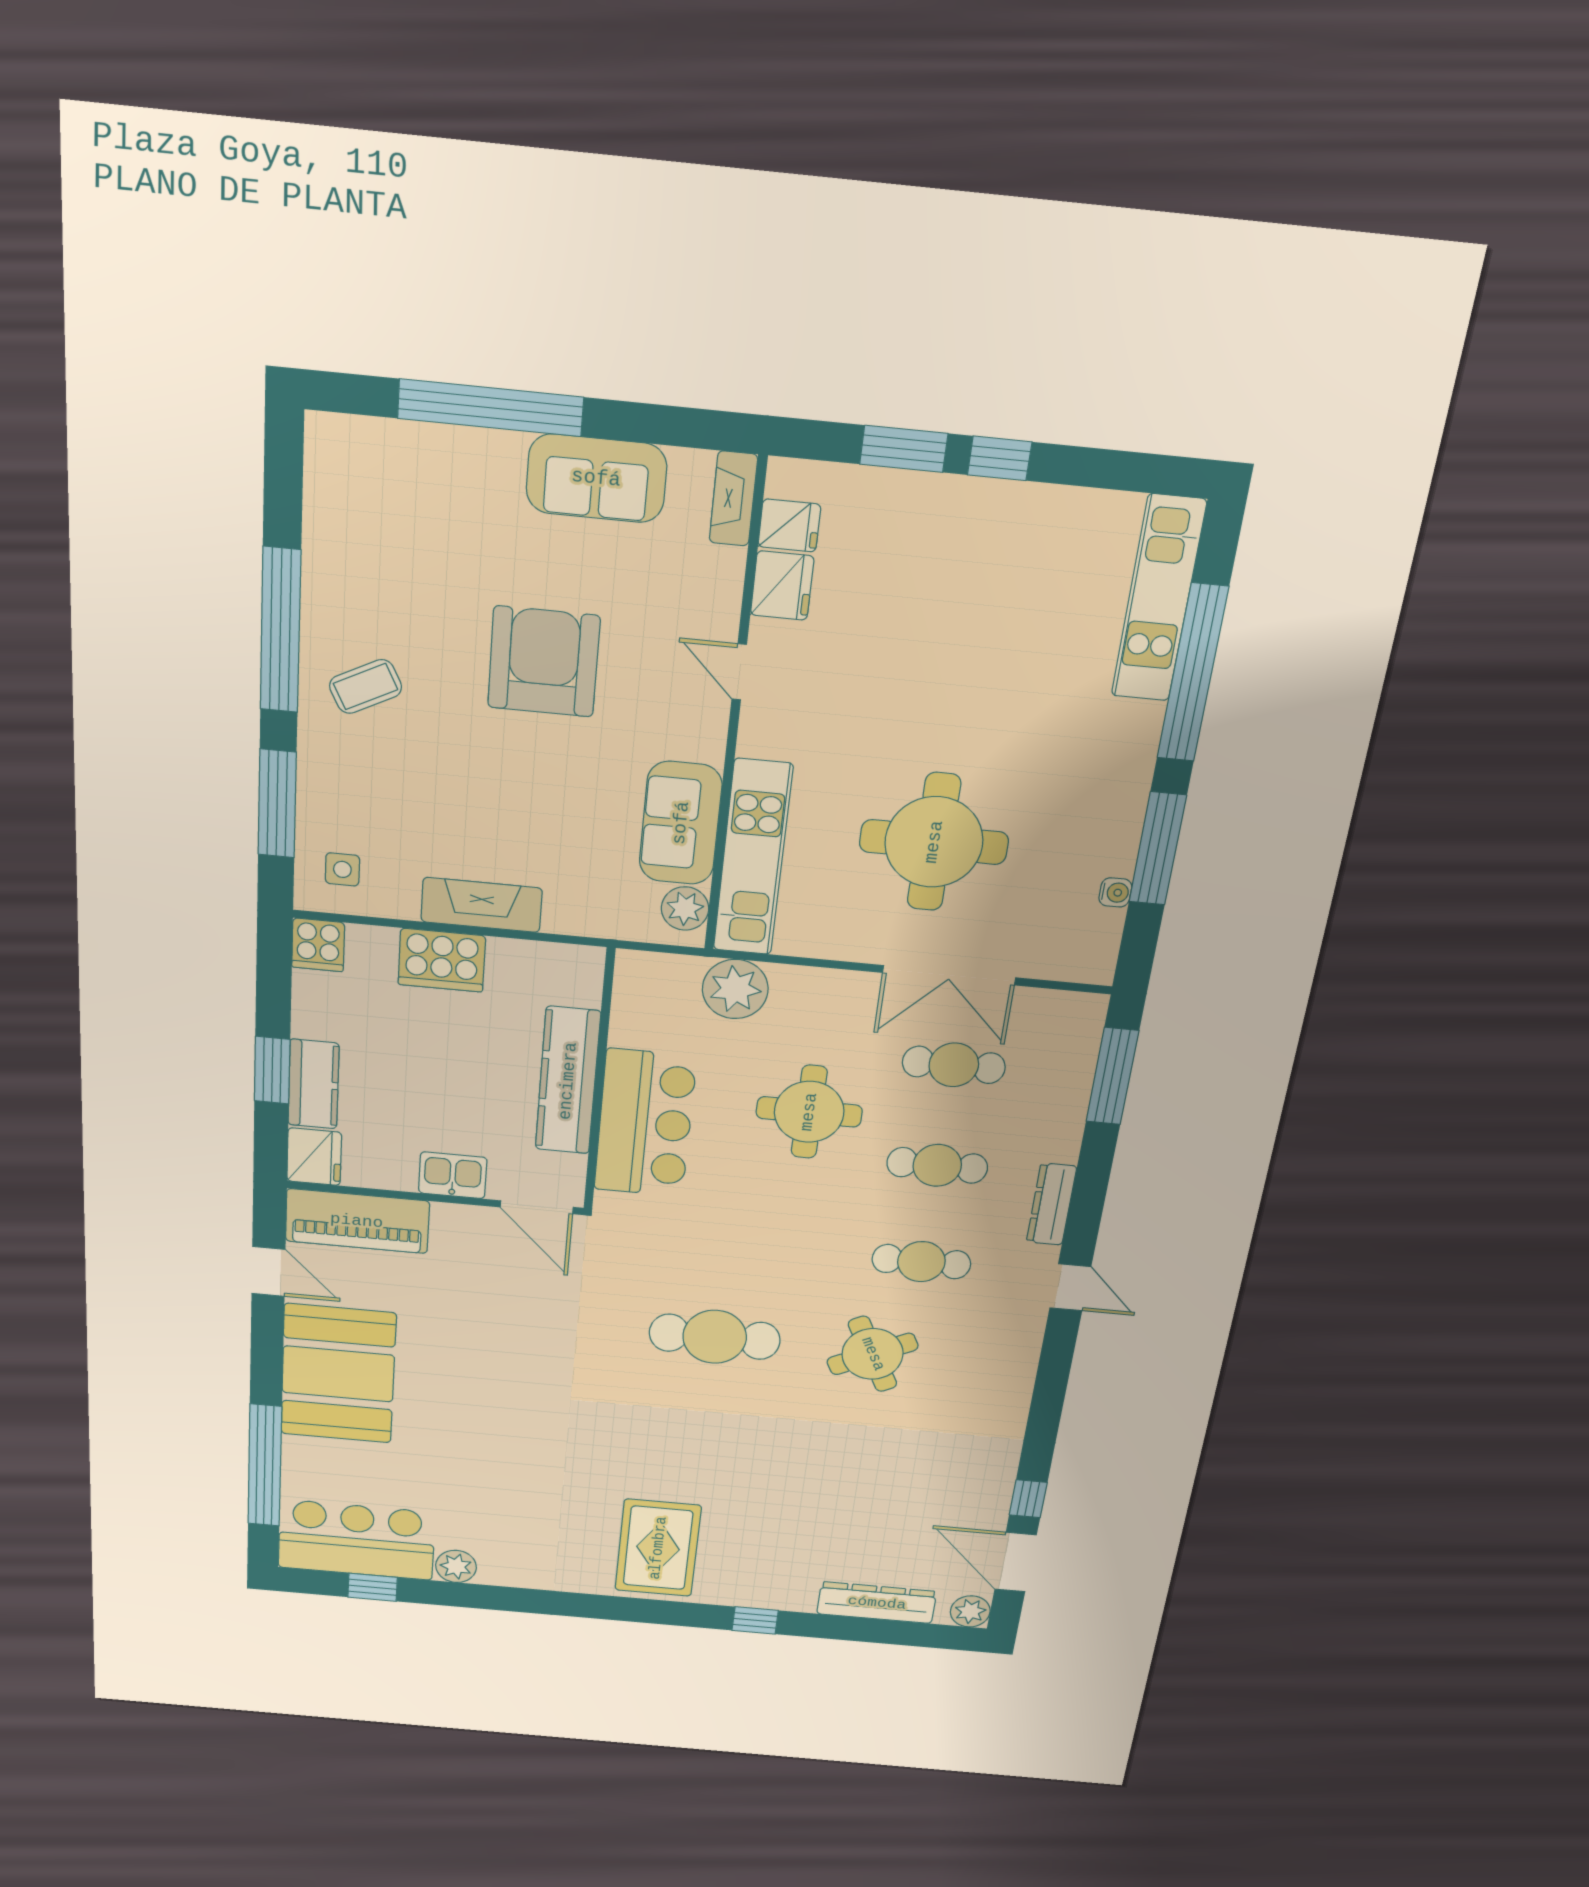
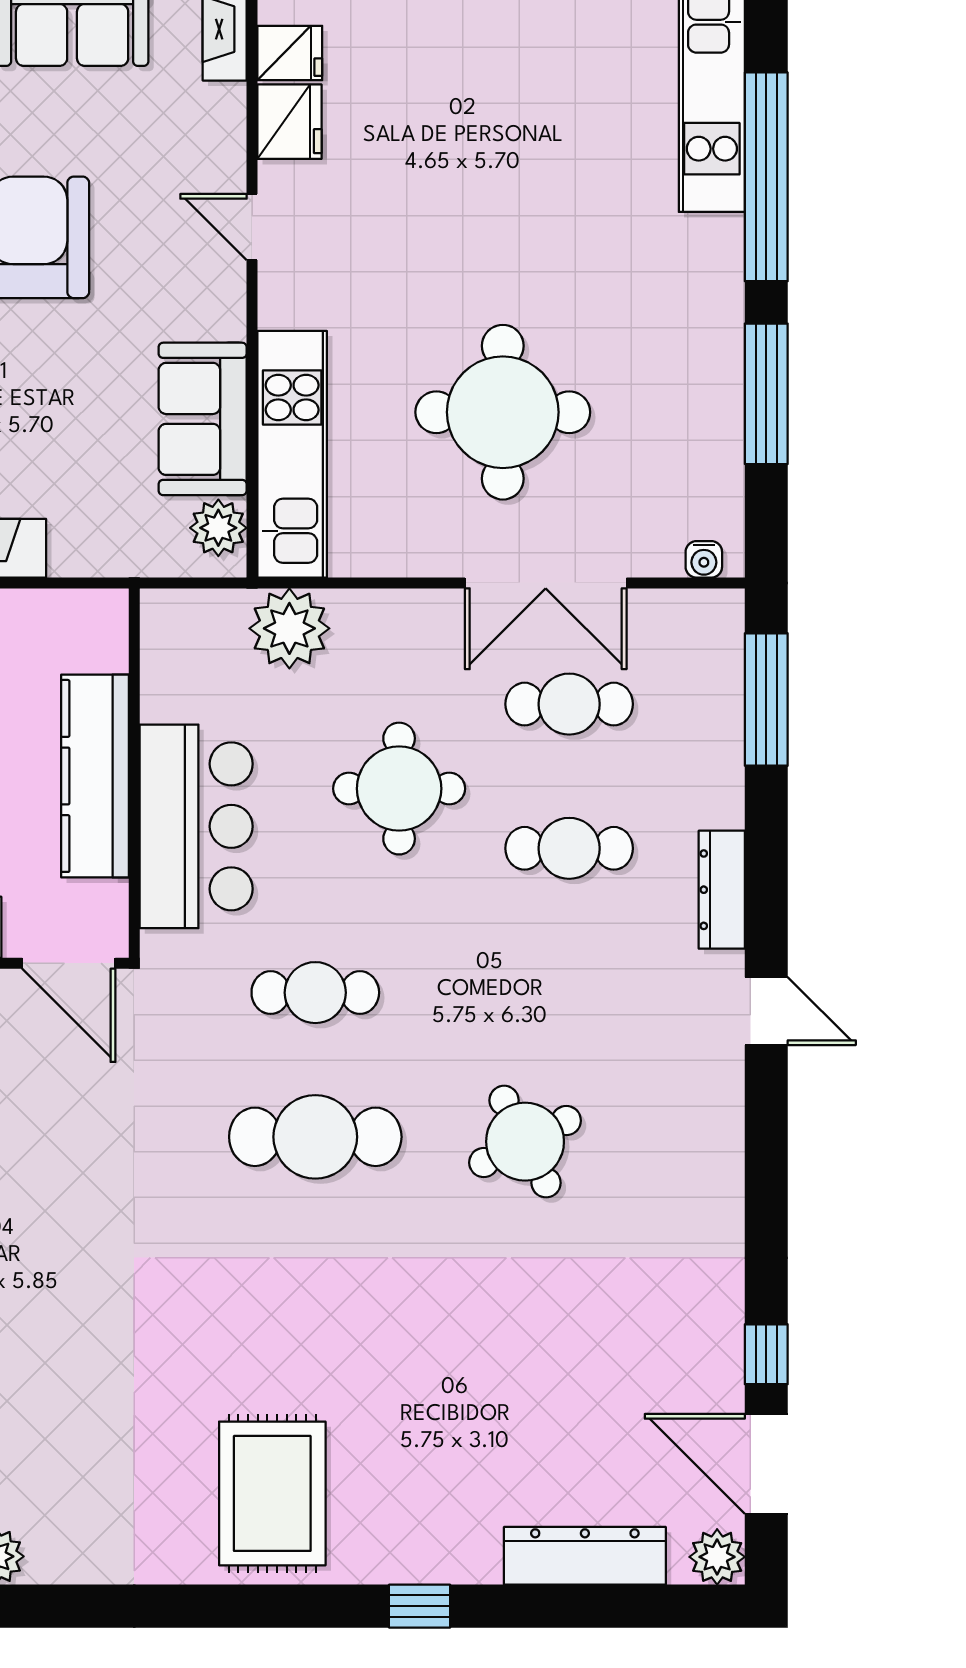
water cooler: (1115, 892) -> (704, 559), moved, turned 90
cafe table: (921, 1262) -> (315, 993), moved

